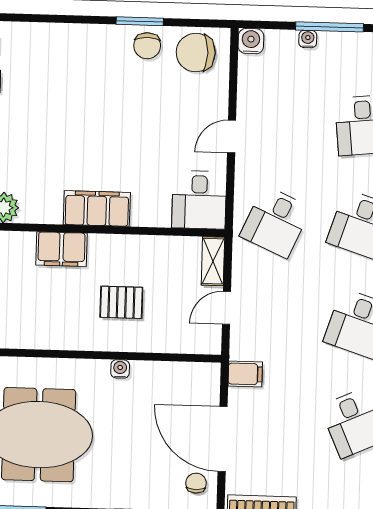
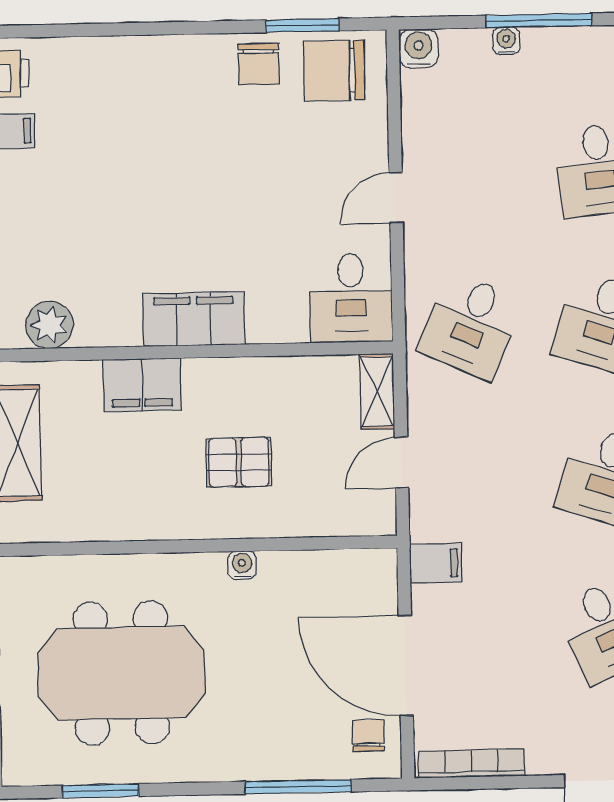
window: (140, 21) -> (302, 25), moved

